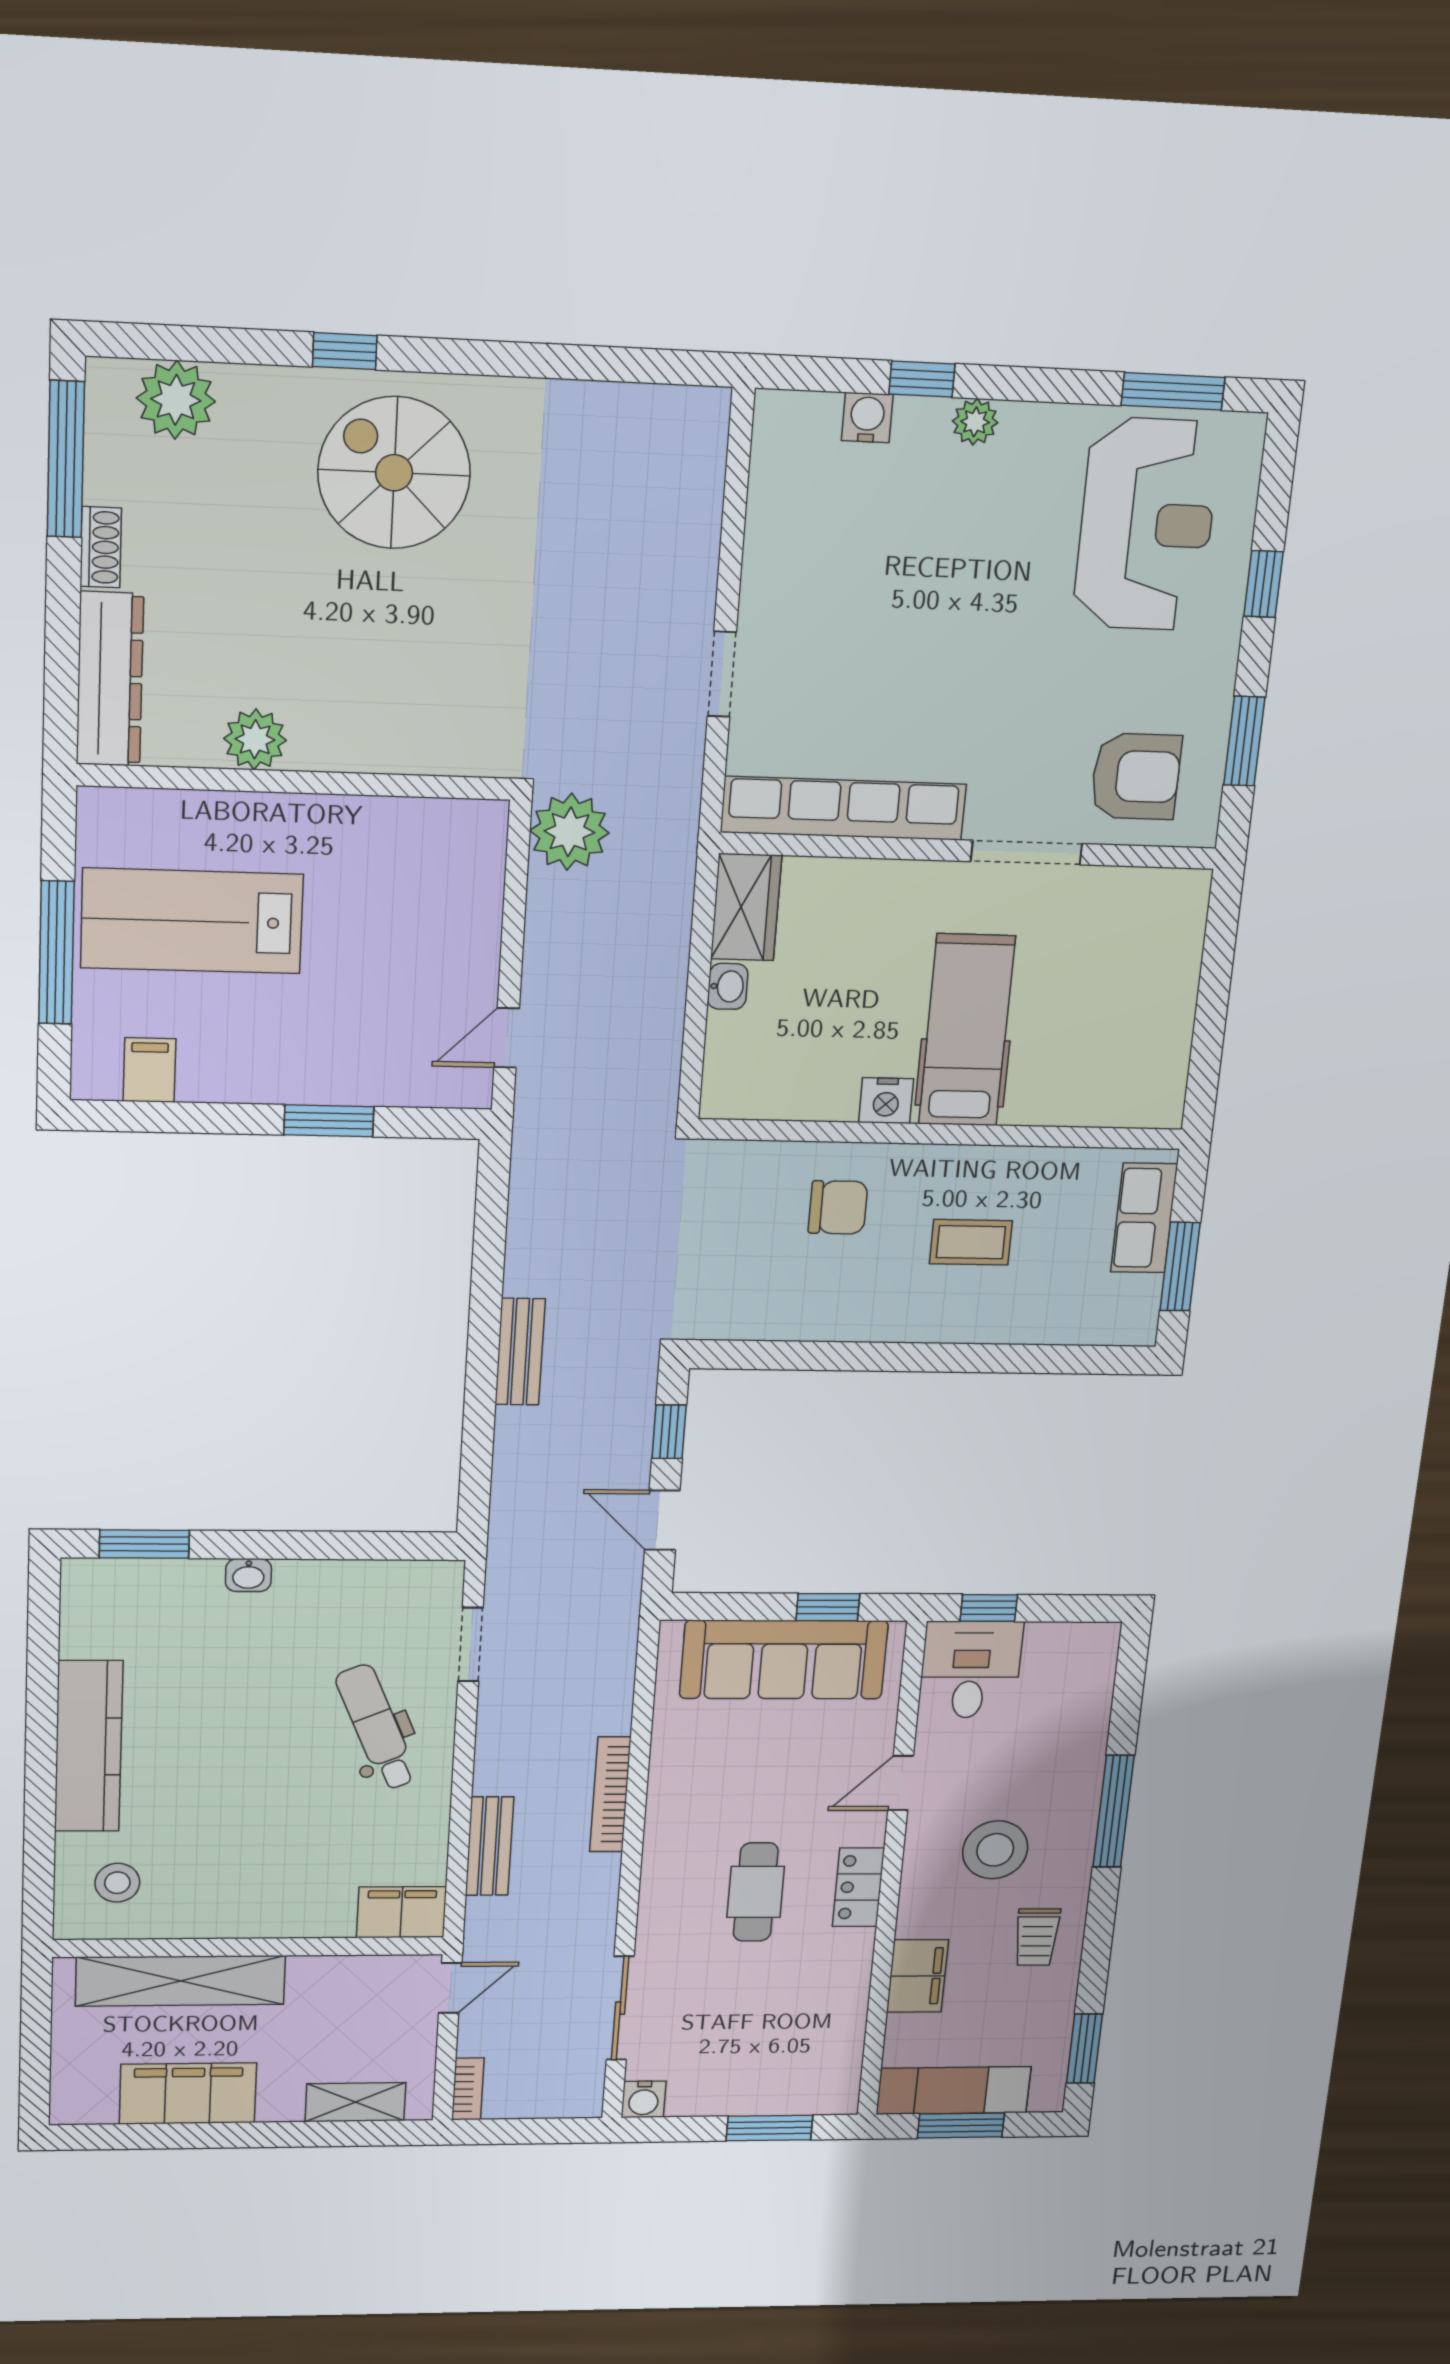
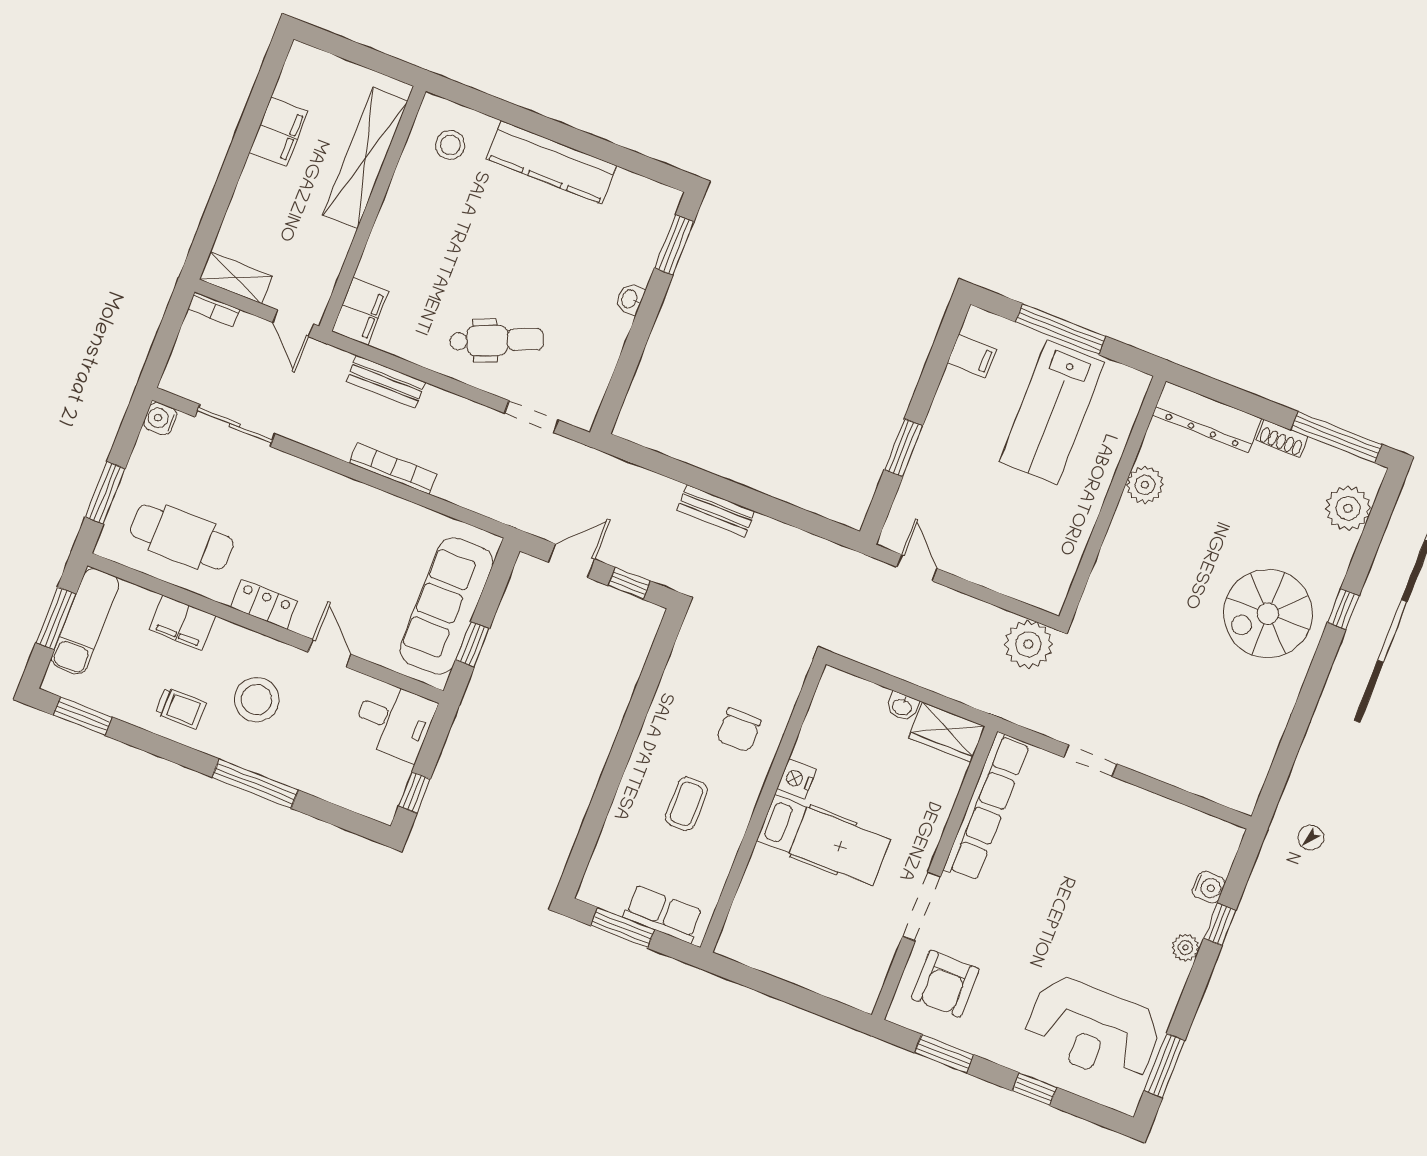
spiral stairs: (394, 473) -> (1268, 614), turned 180
lab bench: (192, 921) -> (1052, 412), turned 180
window: (989, 1608) -> (414, 792), moved
cafe table: (756, 1892) -> (182, 537), moved, width x1.37, depth x1.35
trolley: (1037, 1937) -> (181, 708), turned 180
filing cabinet: (188, 2094) -> (279, 132), width x0.67, depth x0.86
shelving: (355, 2102) -> (236, 278), moved, turned 90

